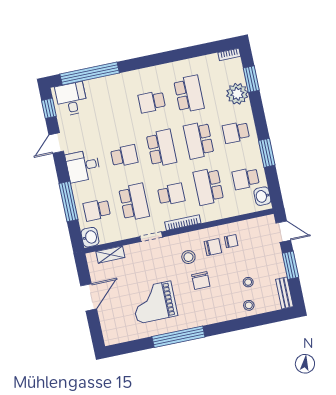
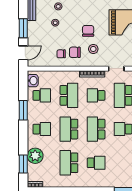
school desk: (199, 140) -> (69, 129), turned 180
door: (283, 232) -> (23, 53), swing flipped

